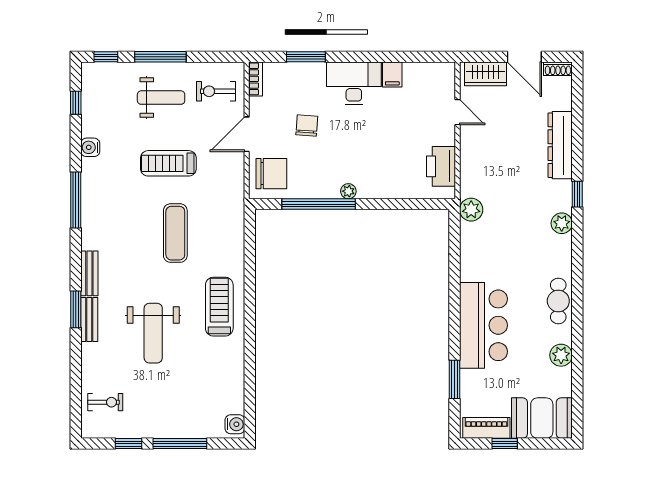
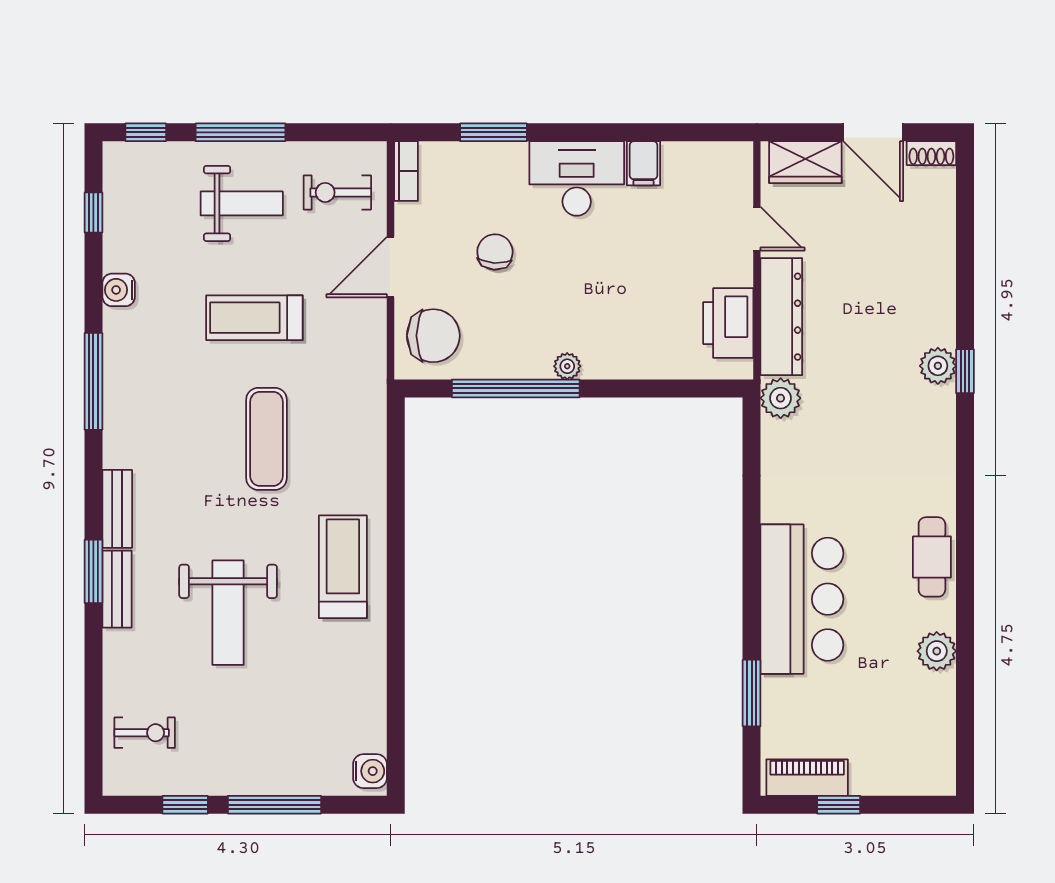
dresser: (560, 145) -> (781, 317), moved, turned 180
plant: (562, 223) -> (938, 366), moved
booth: (542, 418) -> (903, 760), removed

